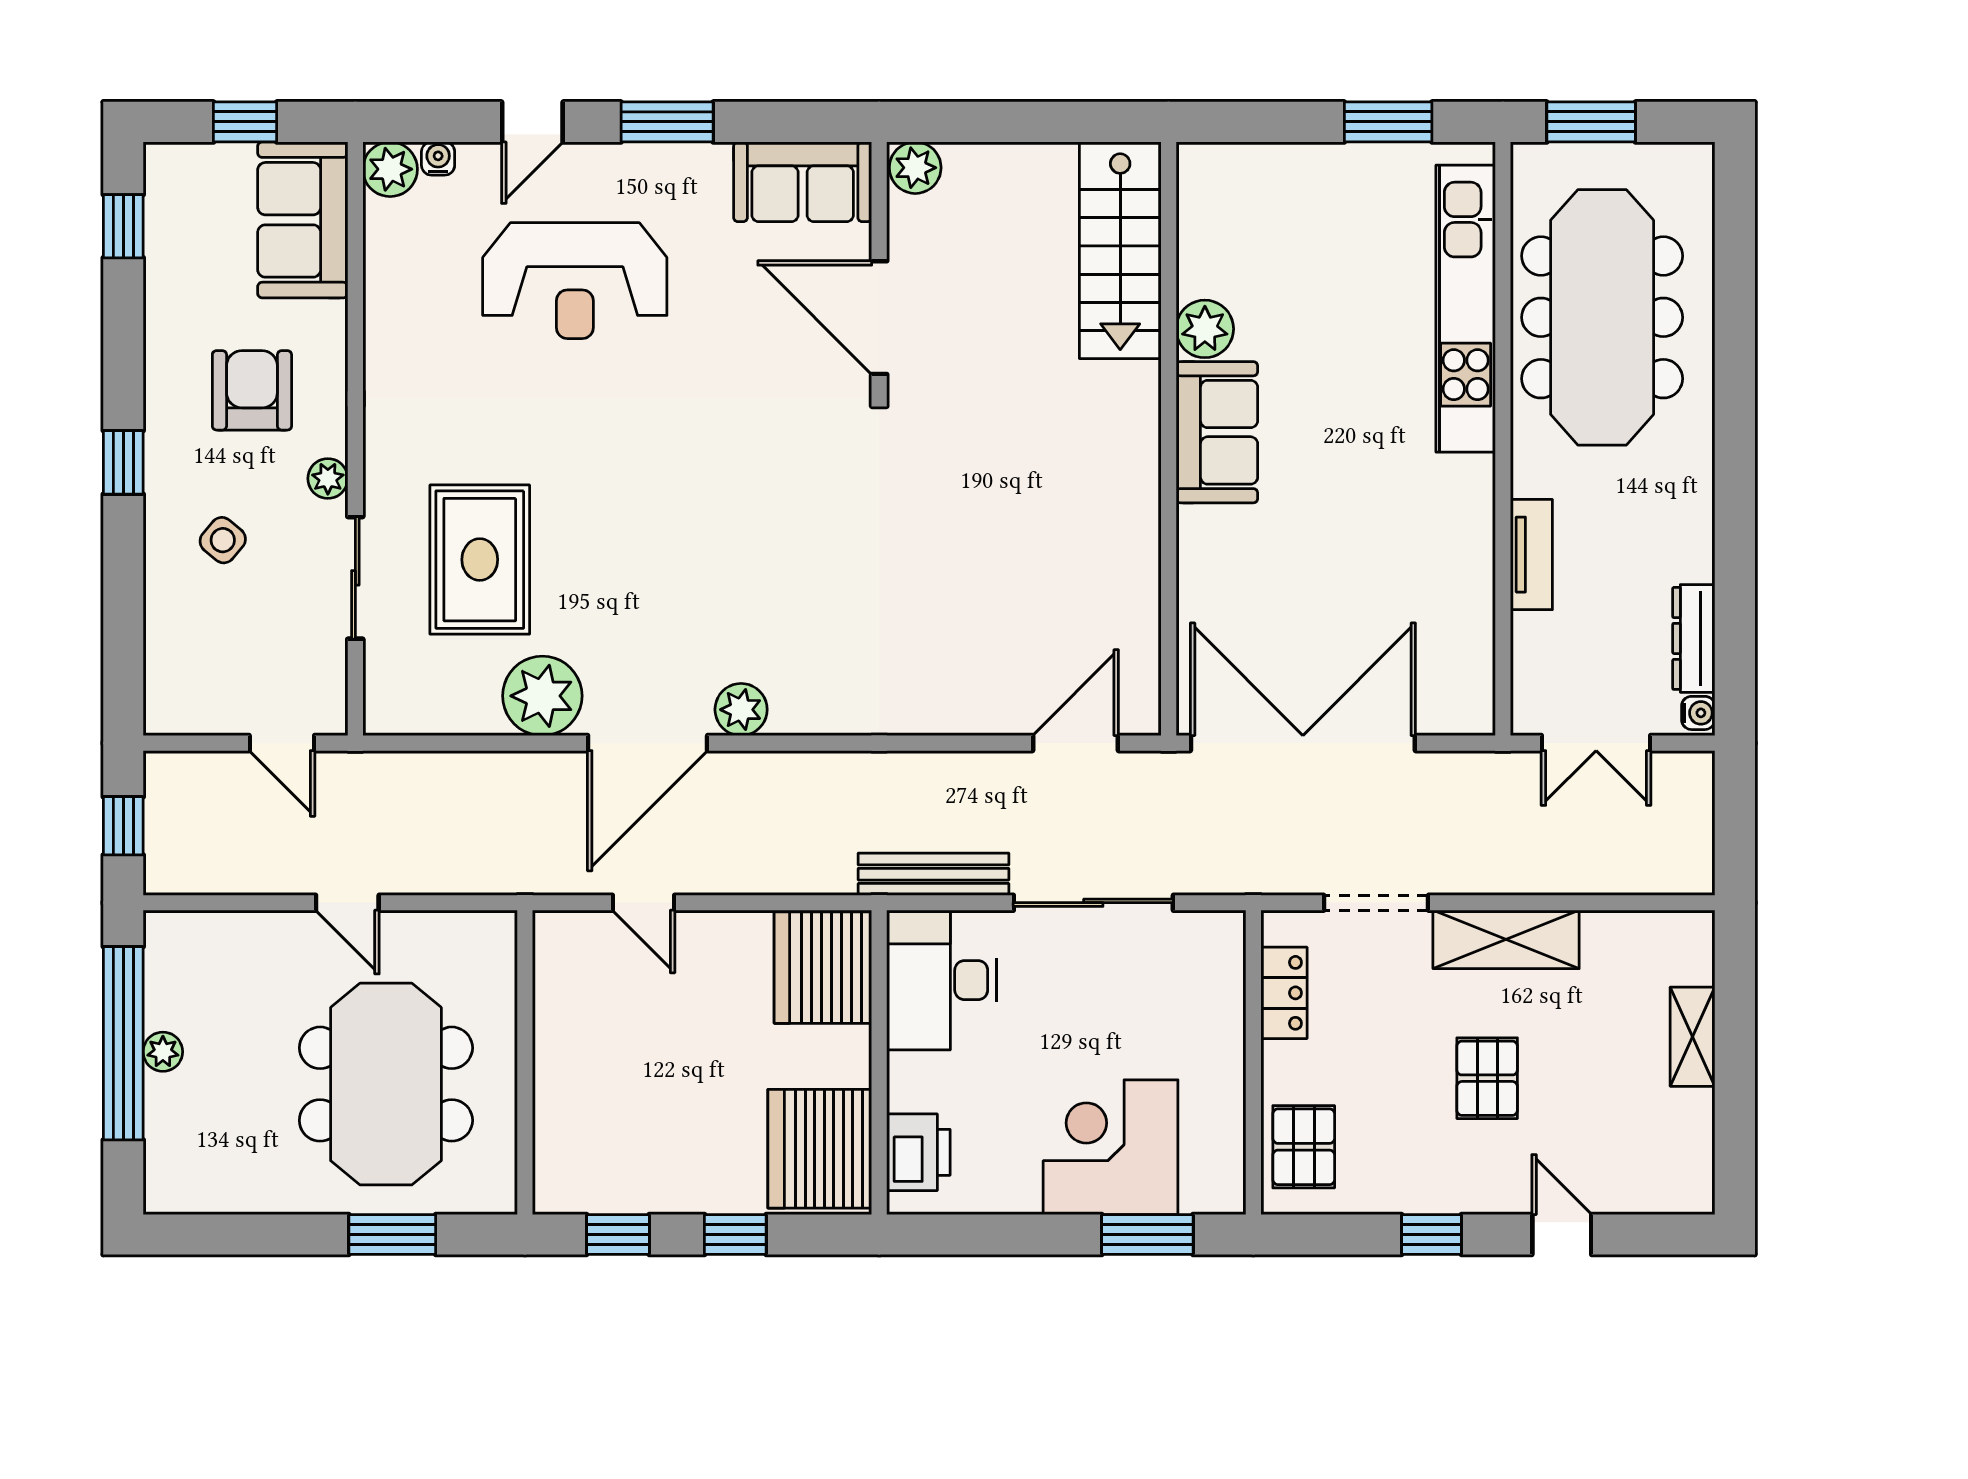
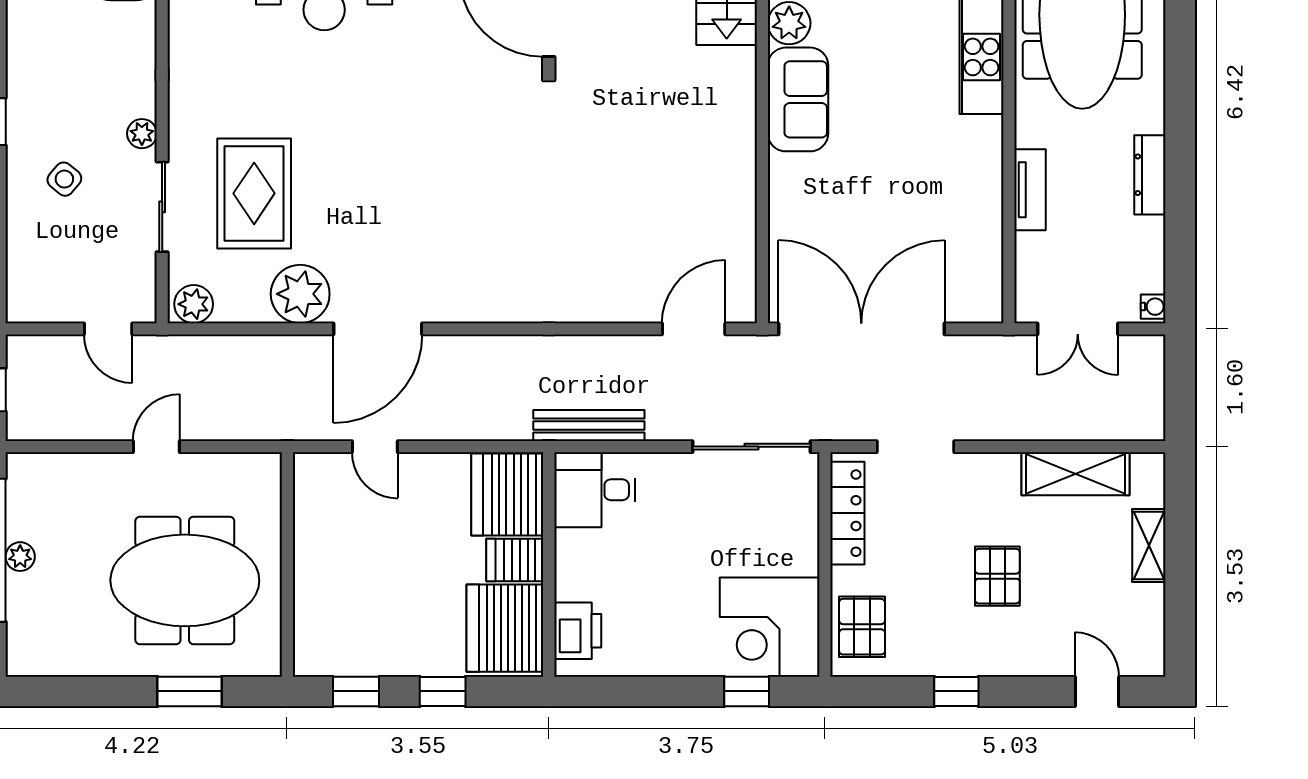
armchair: (252, 390) -> (86, 69), removed
dresser: (1694, 638) -> (1150, 175), moved
plant: (741, 710) -> (194, 304), moved
door: (347, 903) -> (156, 447), swing flipped
sliding door: (1093, 903) -> (752, 447), moved
shelving: (1506, 939) -> (1075, 474), moved
desk: (942, 980) -> (595, 490), width x0.73
locker: (1284, 993) -> (847, 513), width x1.53
server rack: (833, 1056) -> (515, 560), added
meeting table: (386, 1084) -> (185, 580), turned 90
corner desk: (1111, 1147) -> (770, 627), moved, turned -90
window: (1147, 1235) -> (747, 691), width x0.67
door: (1562, 1235) -> (1097, 691), moved

